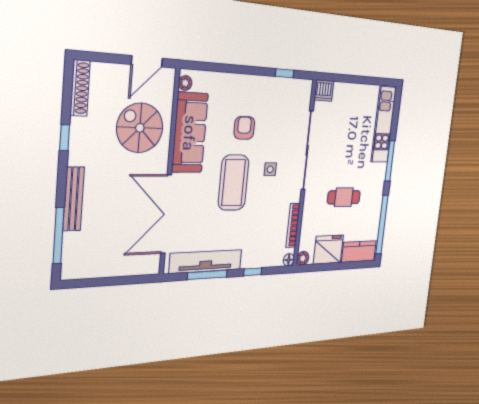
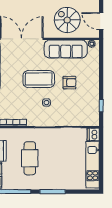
kitchen unit: (384, 125) -> (93, 165), moved, turned -90
spiral stairs: (140, 128) -> (67, 20), turned -90
cafe table: (344, 197) -> (30, 158), width x1.37, depth x1.35

